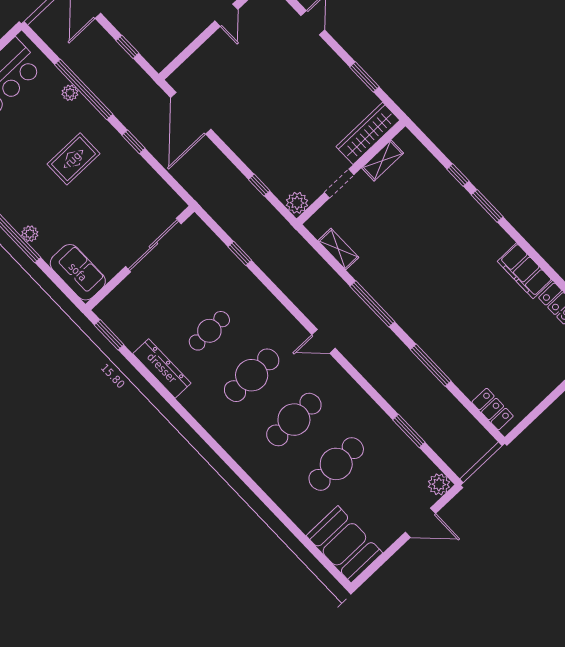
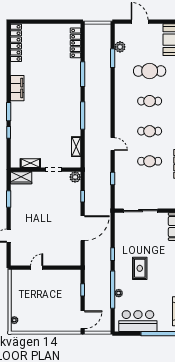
door: (191, 113) -> (83, 228), moved
wardrobe: (368, 133) -> (21, 178), width x0.67
rug: (73, 159) -> (140, 268), turned 90
filing cabinet: (525, 271) -> (17, 88), moved
door: (324, 341) -> (113, 144), moved
cafe table: (252, 375) -> (150, 131), width x0.73, depth x0.74
locker: (493, 409) -> (75, 43), width x1.53
cafe table: (294, 420) -> (150, 101), width x0.73, depth x0.74
plant: (439, 484) -> (120, 47), moved

